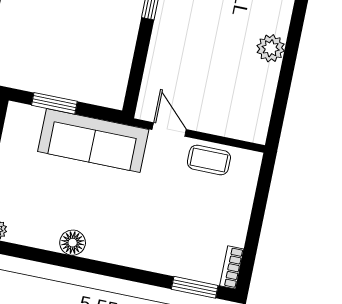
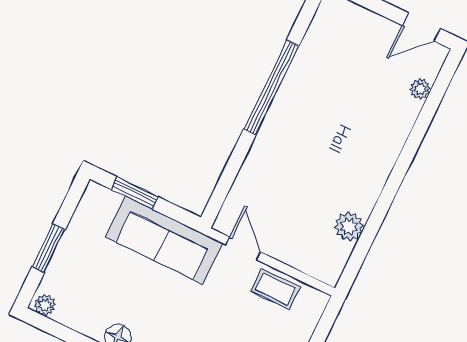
plant: (271, 48) -> (349, 226), moved

